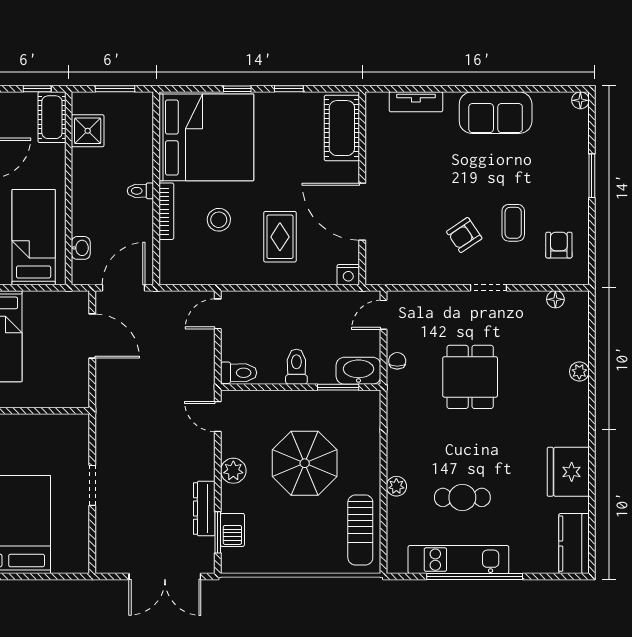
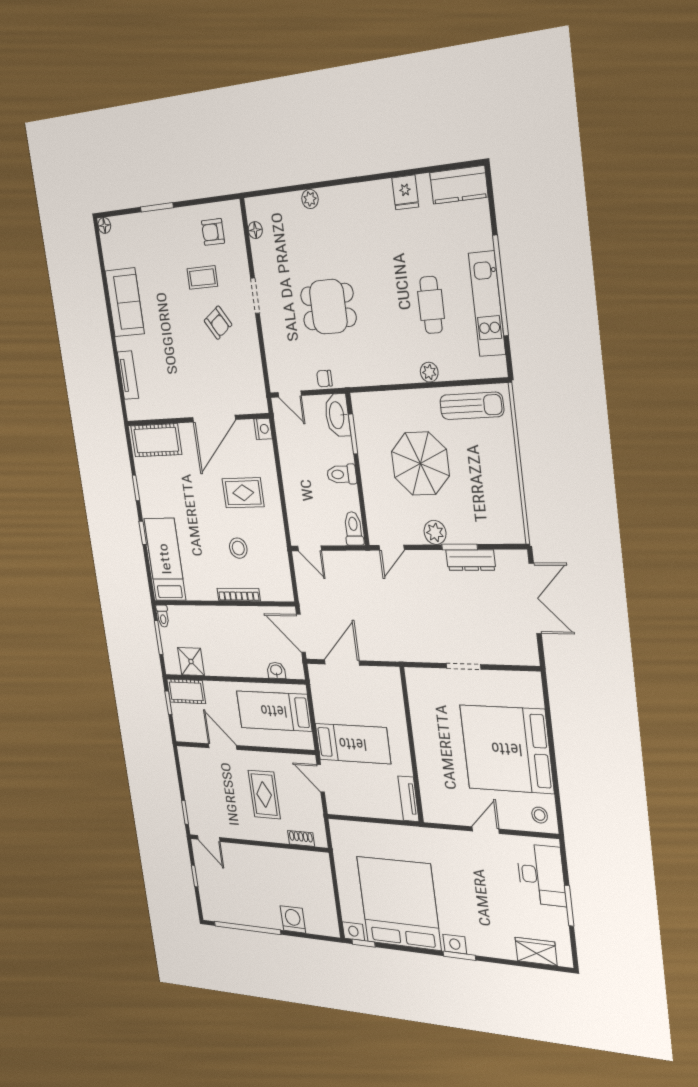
bed: (206, 137) -> (165, 559), width x0.49
toilet: (140, 191) -> (163, 616), moved
fridge: (568, 472) -> (405, 192), width x0.53, depth x0.75
barbecue: (232, 530) -> (486, 533), removed
window: (218, 532) -> (460, 547), moved

